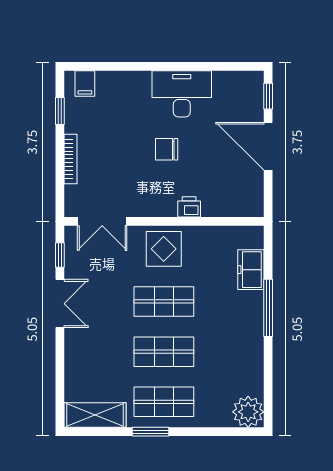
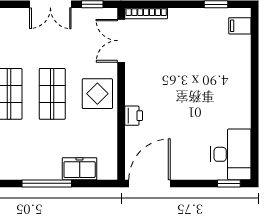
desk: (182, 94) -> (231, 154), moved
door: (268, 146) -> (149, 183), moved
chair: (167, 149) -> (183, 96), removed
bookcase: (70, 159) -> (146, 13), moved

